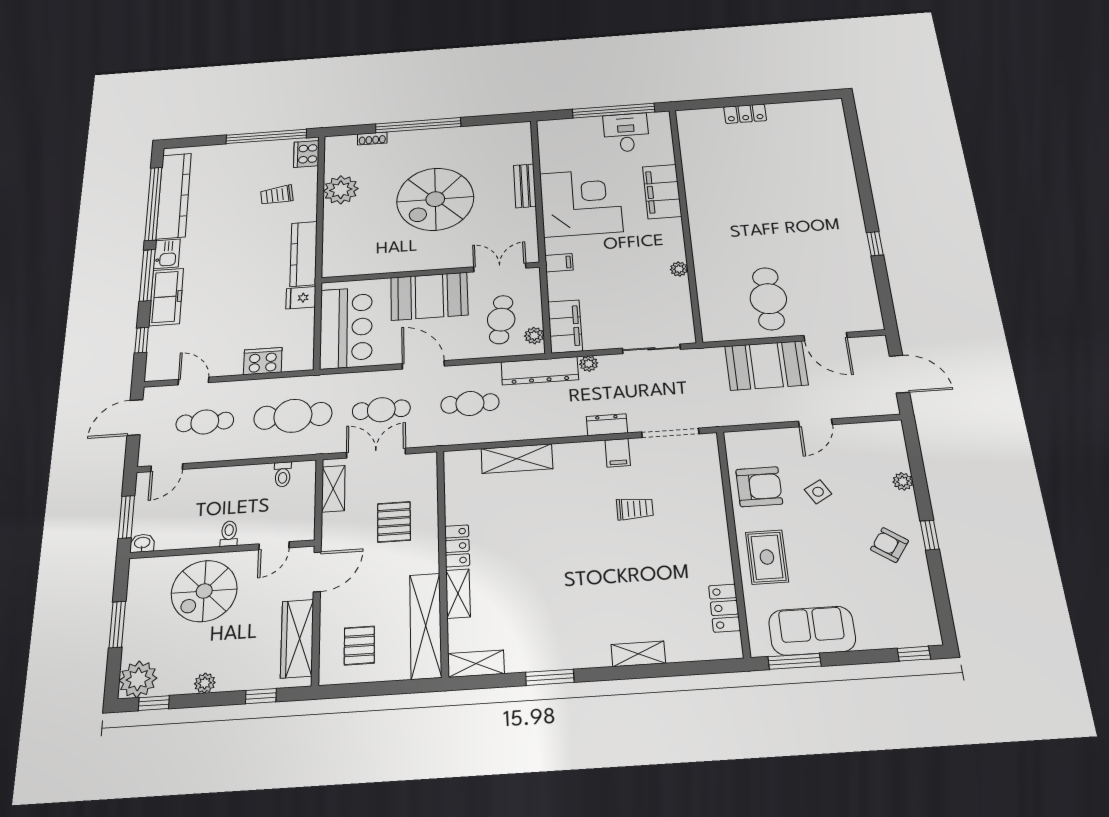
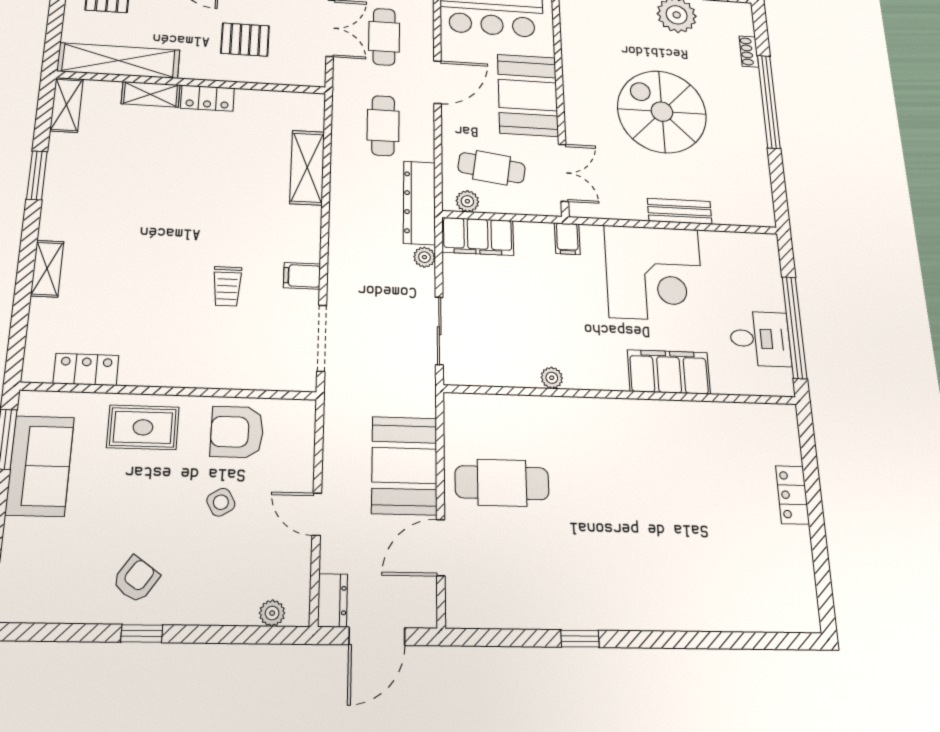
dresser: (607, 425) -> (333, 600), moved
plant: (903, 481) -> (272, 613), moved
armchair: (759, 487) -> (237, 432), turned 90

